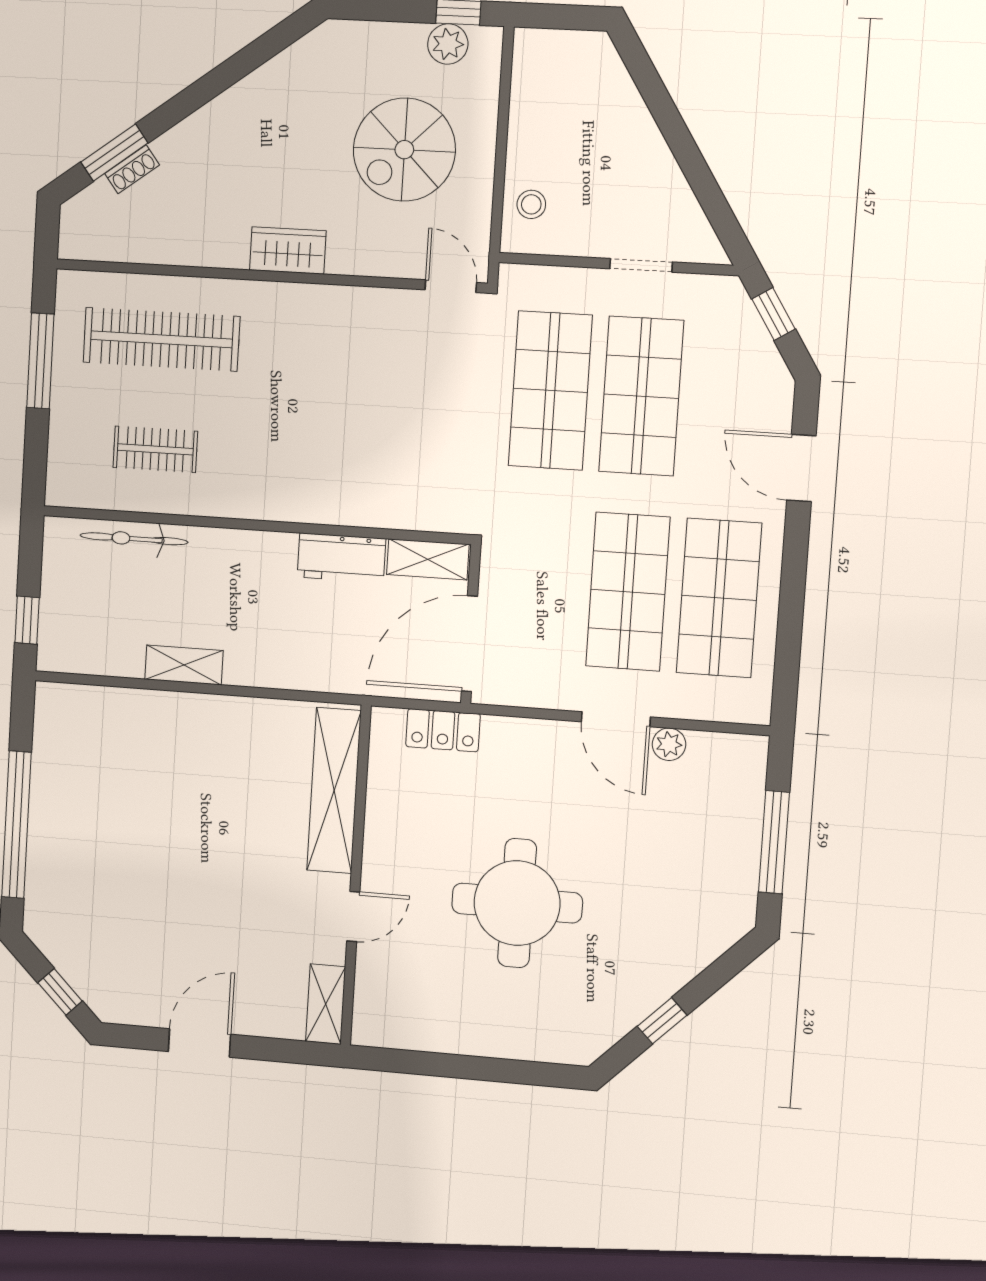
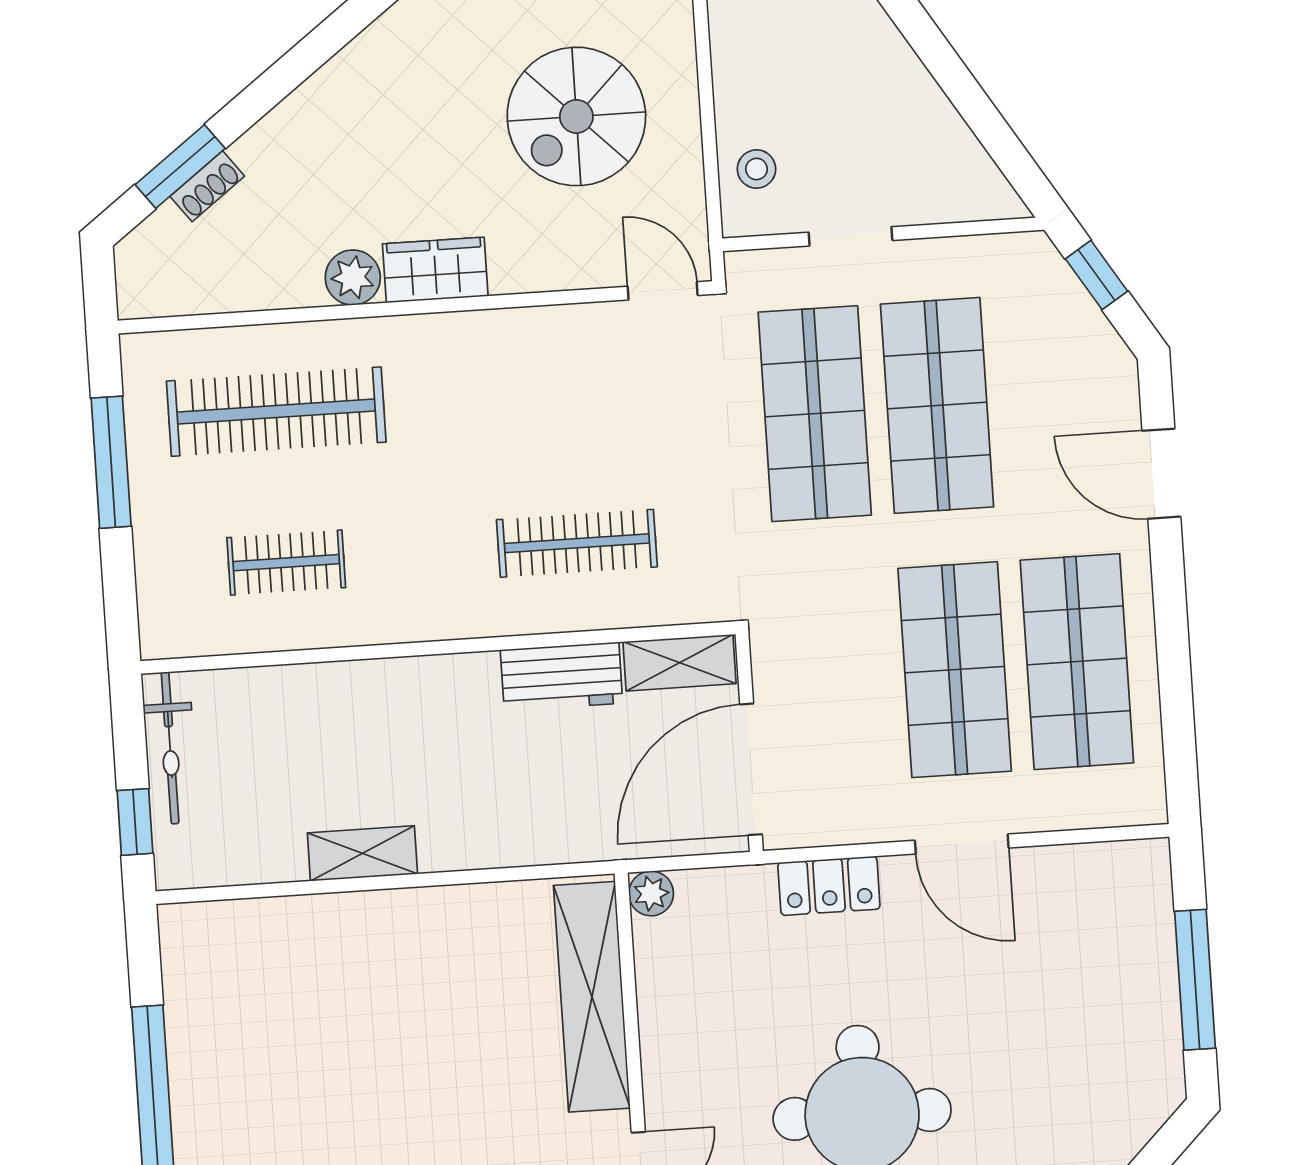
plant: (228, 249) -> (353, 278), added
doorway: (641, 265) -> (850, 236), moved
clothes rail: (365, 463) -> (577, 543), added
bicycle: (134, 539) -> (170, 748), moved, turned -90
locker: (443, 730) -> (829, 886), moved
plant: (669, 744) -> (651, 893), moved

